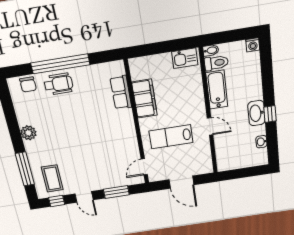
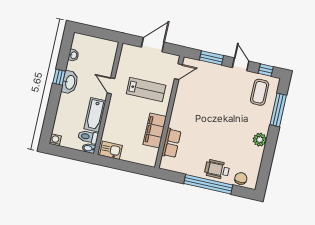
door: (181, 182) -> (153, 45), hinge flipped

